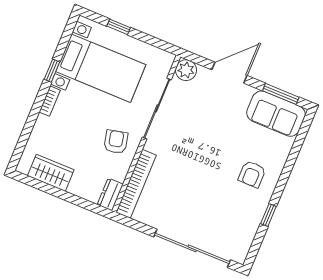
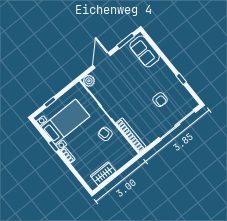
sofa: (276, 114) -> (145, 51), moved, turned 90
armchair: (252, 174) -> (160, 100), moved
dresser: (110, 194) -> (129, 151), removed

